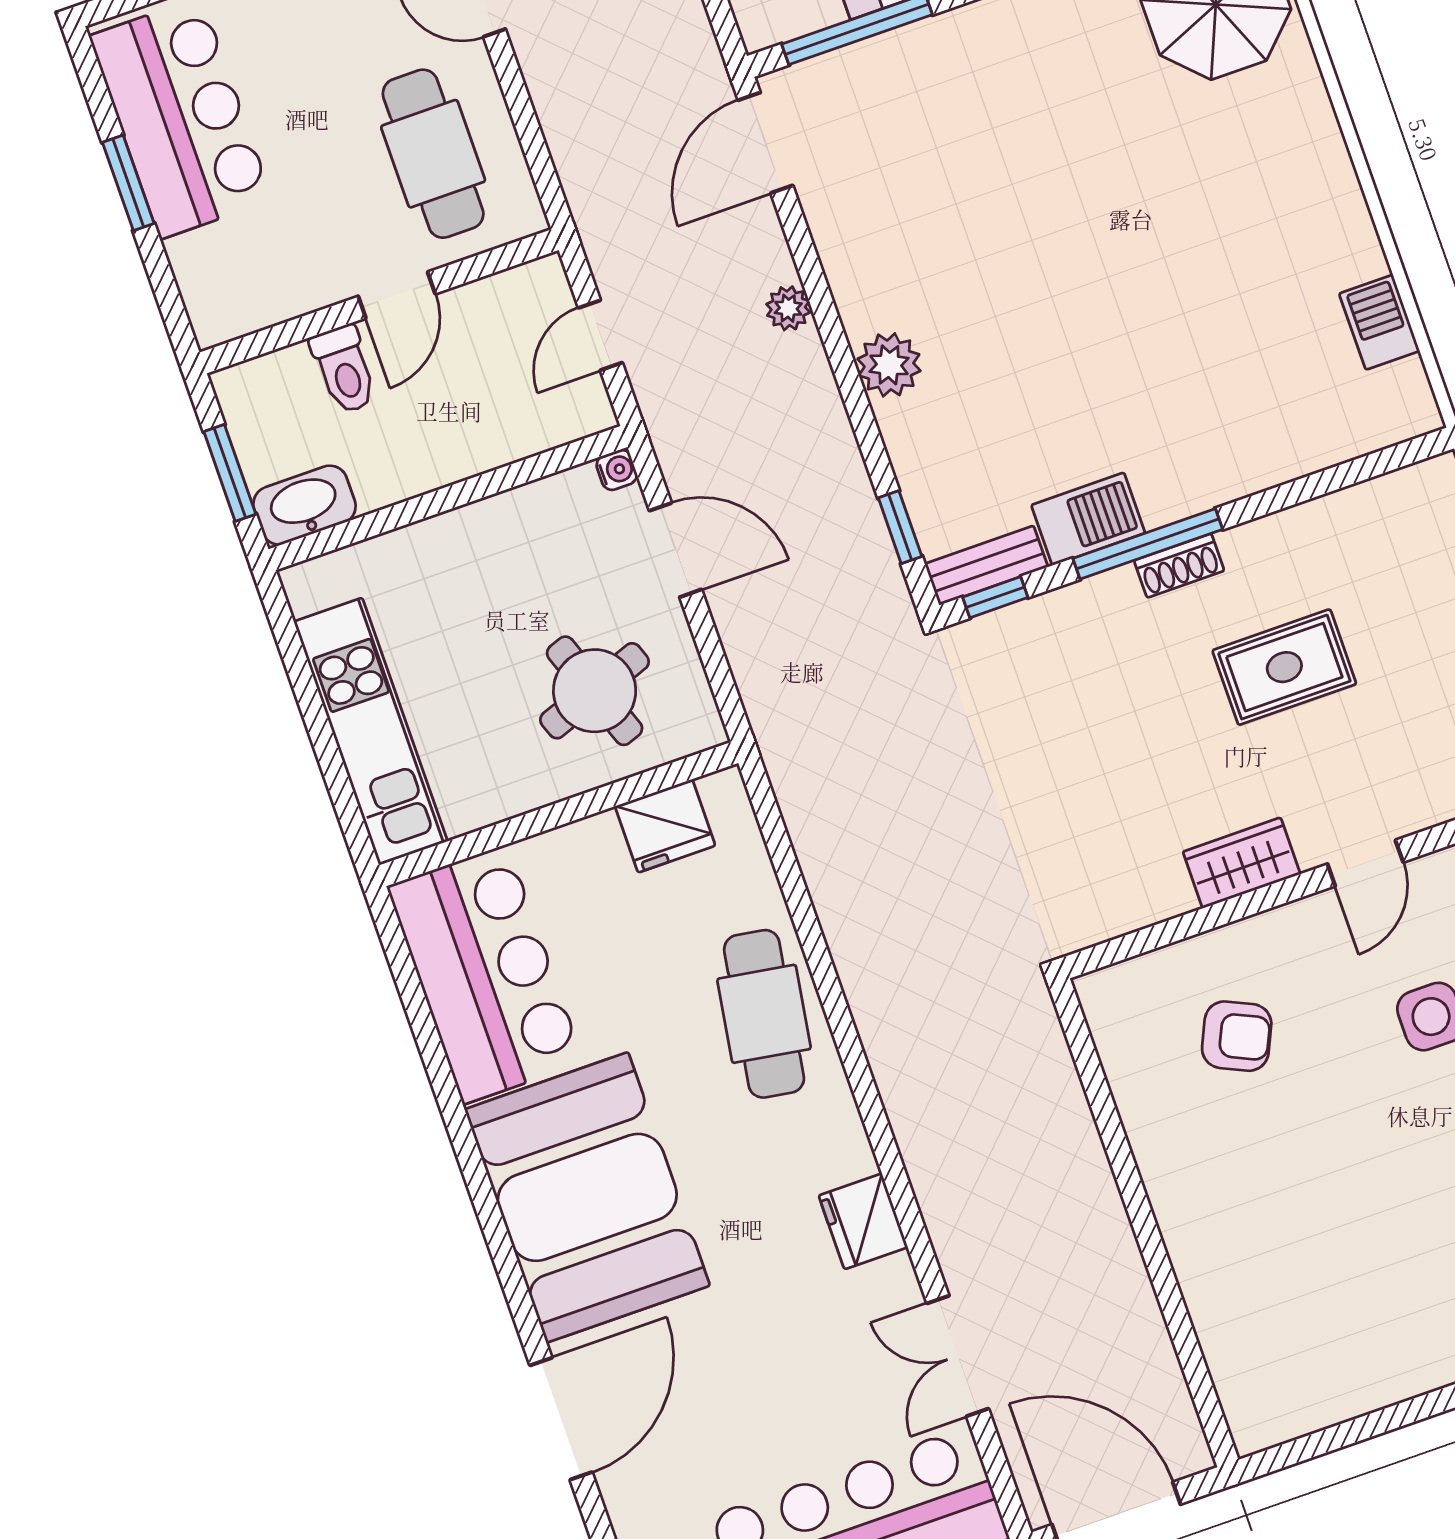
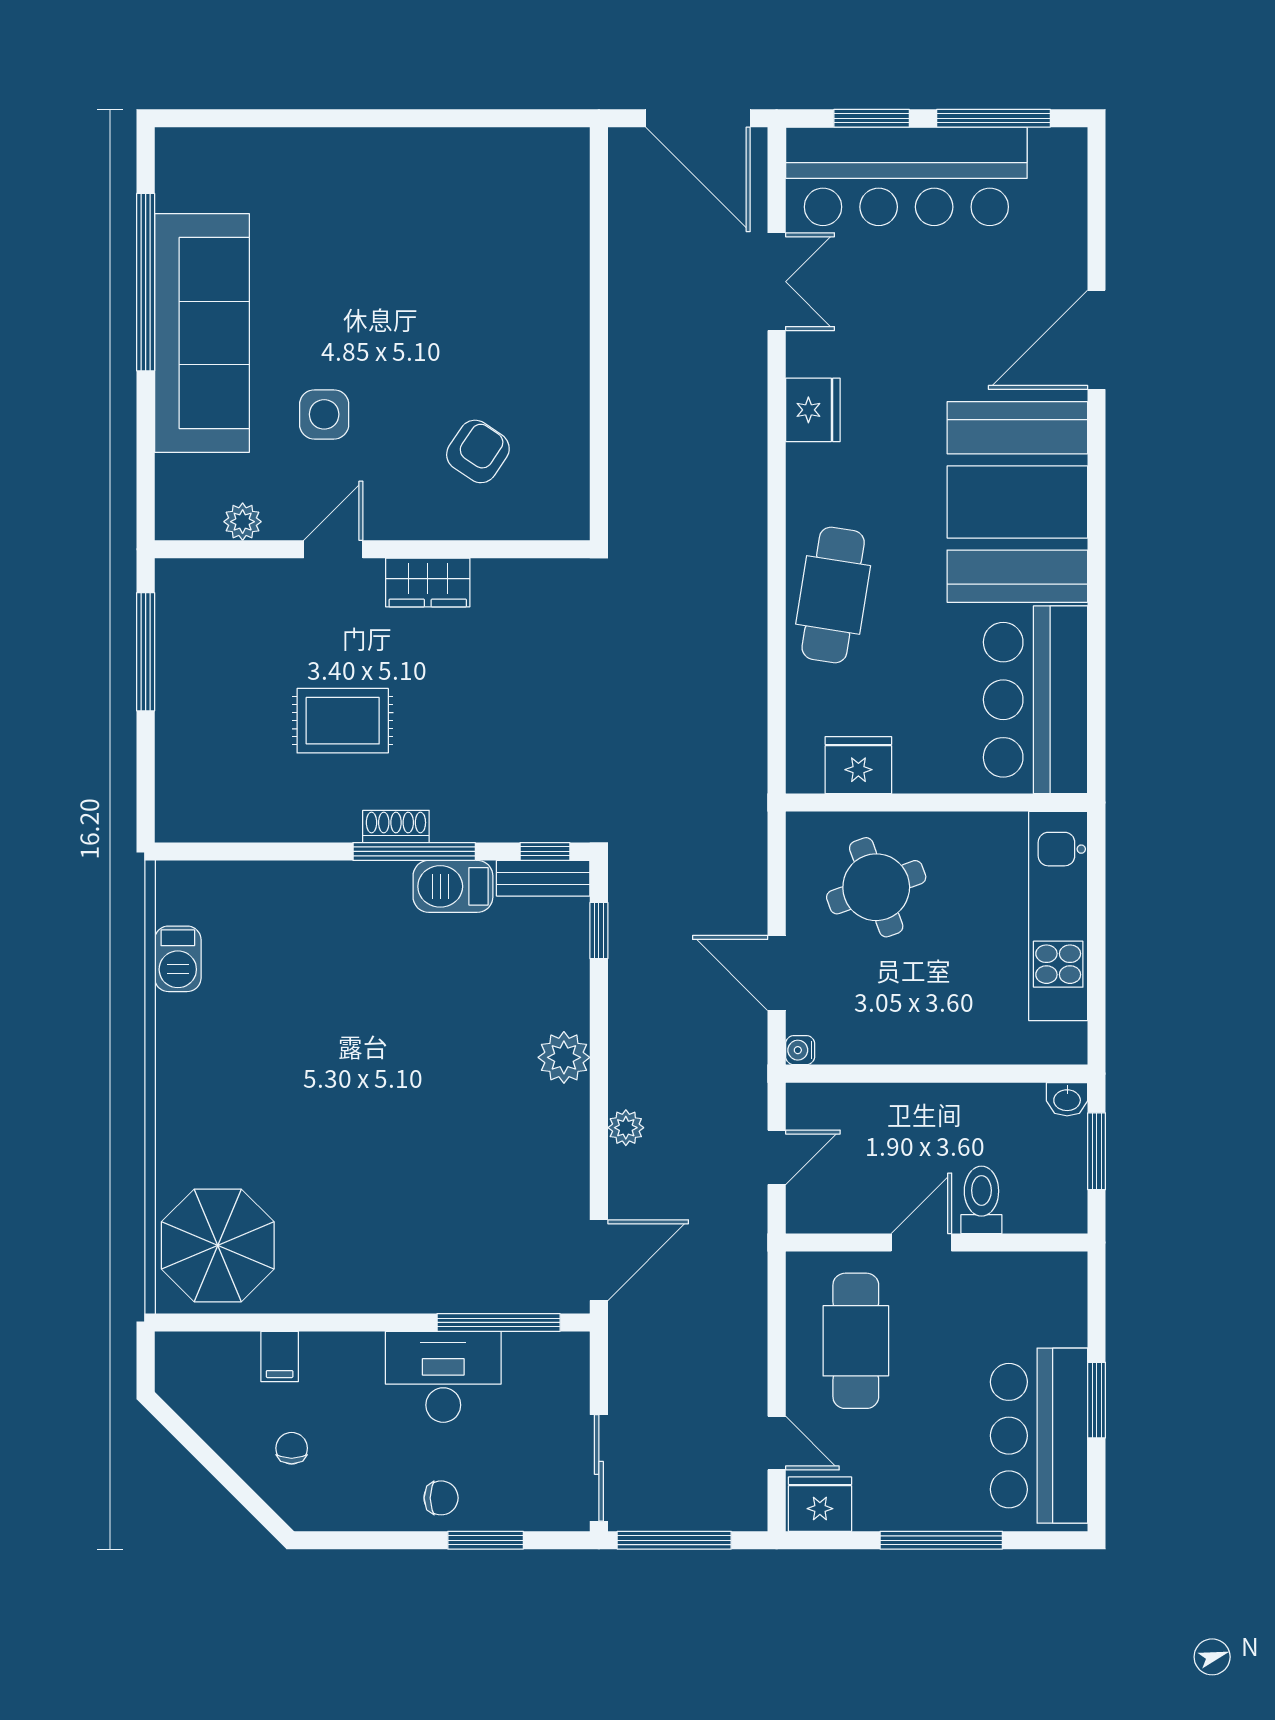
washbasin: (305, 505) -> (1067, 1099), width x0.52, depth x0.69
armchair: (1237, 1036) -> (478, 451), turned 99

